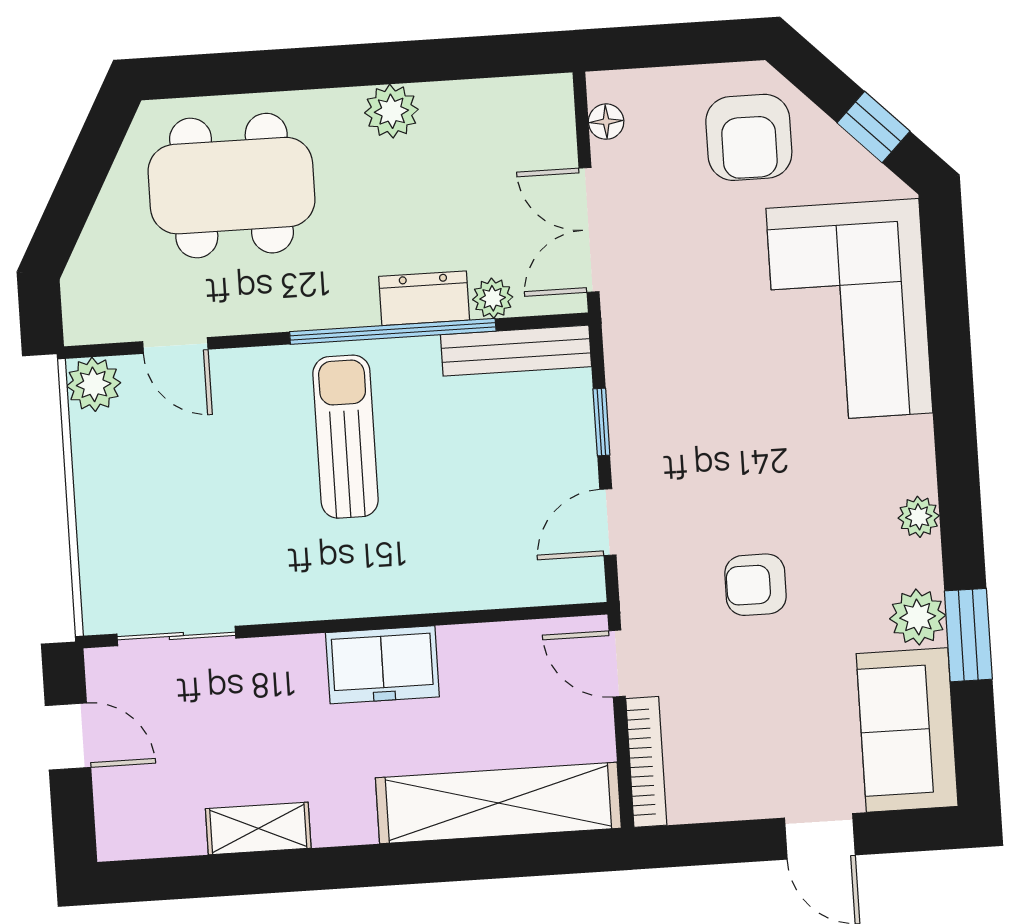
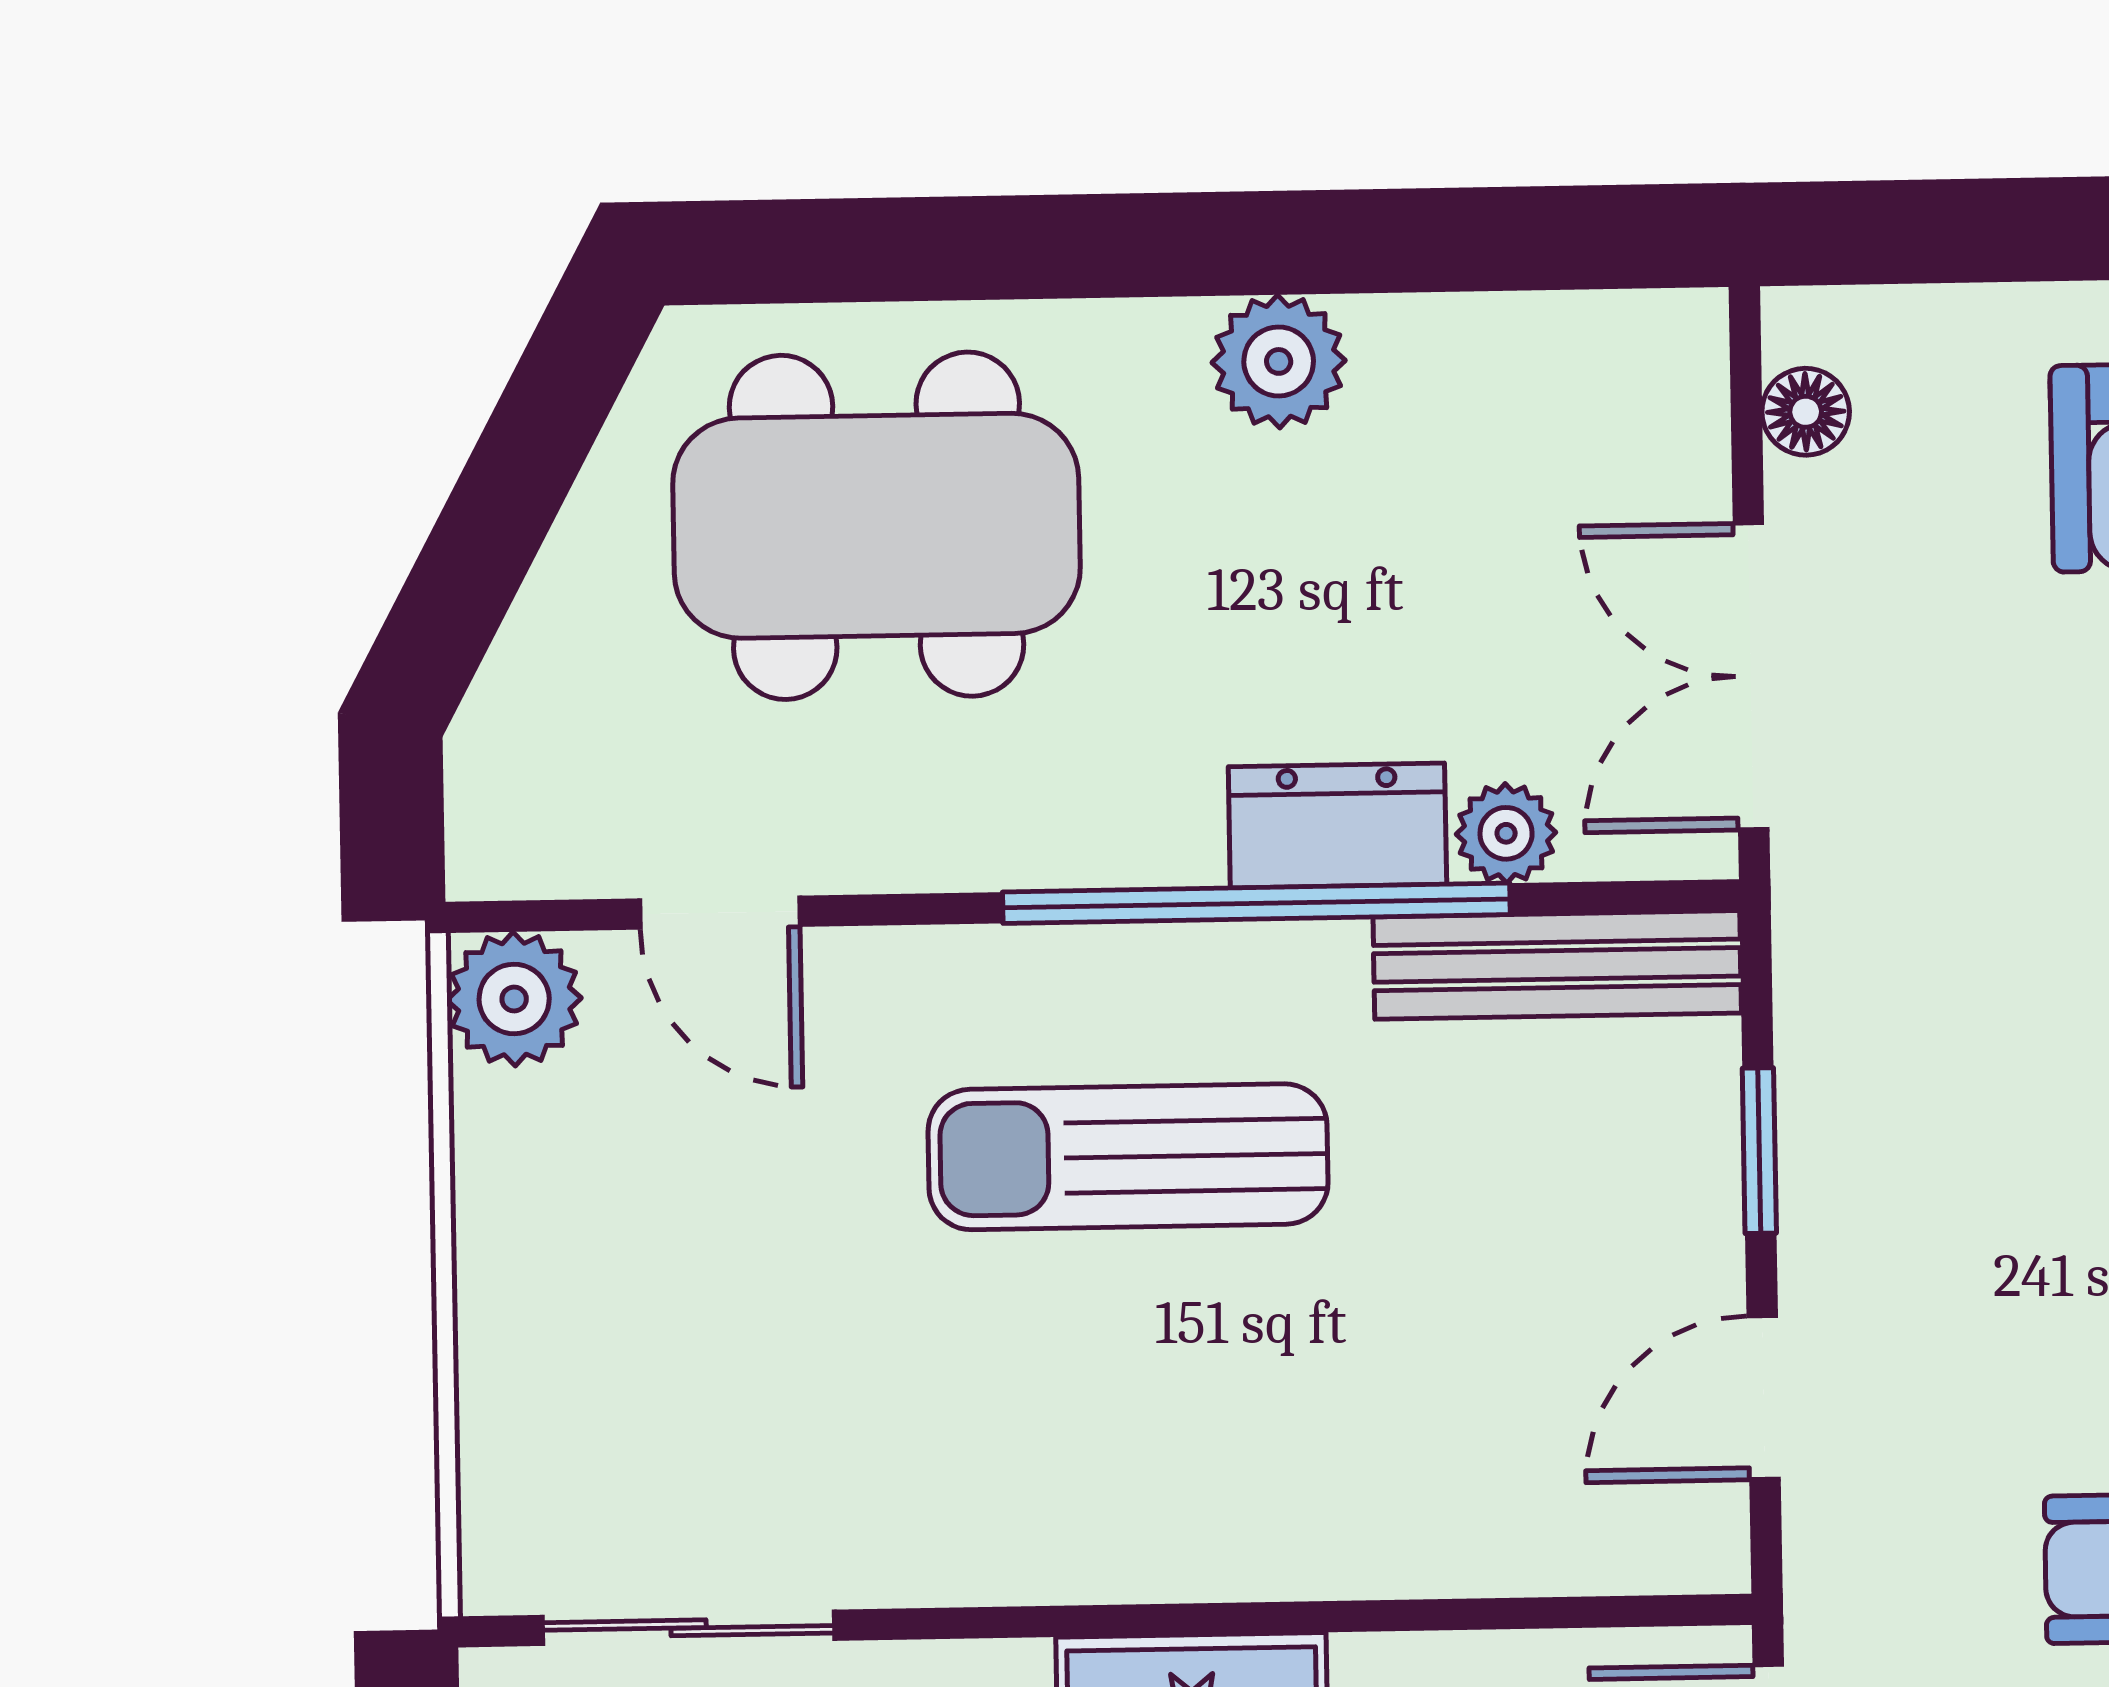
sun lounger: (346, 437) -> (1128, 1157), turned -90

